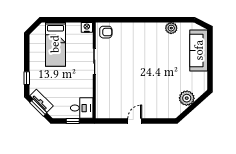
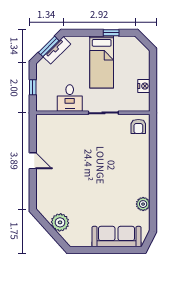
nightstand: (87, 27) -> (144, 86), moved
bed: (55, 44) -> (102, 62), moved, turned -90
window: (27, 78) -> (111, 33), moved
desk: (82, 108) -> (70, 98), moved

